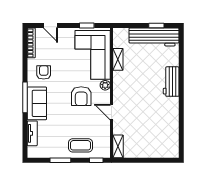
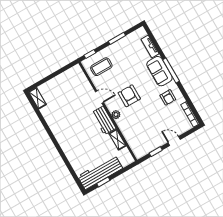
door: (50, 26) -> (174, 141), moved
corner sofa: (93, 55) -> (139, 132), removed
workbench: (171, 82) -> (104, 120), moved, turned 180
coffee table: (80, 145) -> (101, 67), moved
shelving: (118, 146) -> (37, 98), moved

